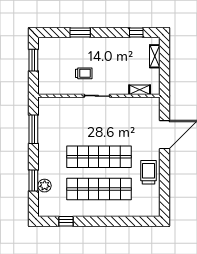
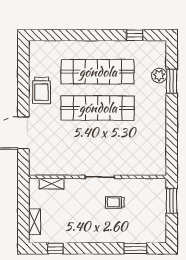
window: (80, 33) -> (135, 248), moved
window: (33, 60) -> (172, 201), moved
window: (33, 129) -> (172, 139), removed

